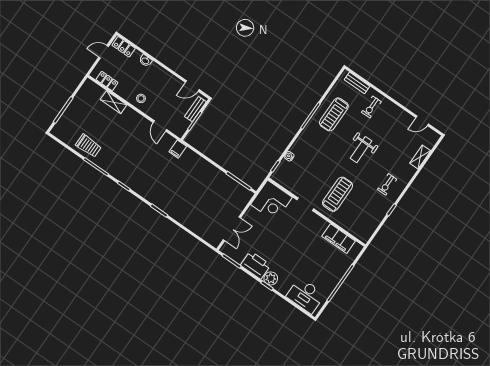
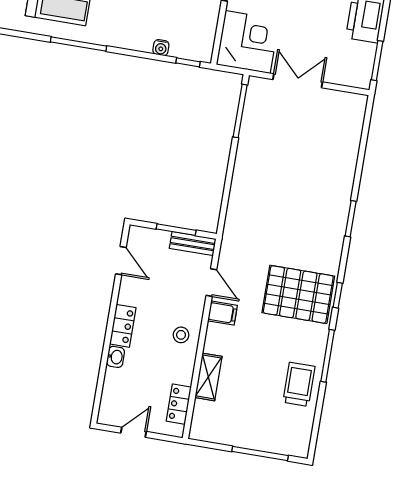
locker: (124, 47) -> (123, 326), moved
door: (104, 52) -> (134, 432), swing flipped
bench: (195, 109) -> (193, 244), moved
door: (160, 126) -> (211, 283), hinge flipped
filing cabinet: (178, 149) -> (223, 313), moved
pallet: (134, 167) -> (298, 294), added
double door: (232, 229) -> (298, 81), moved

